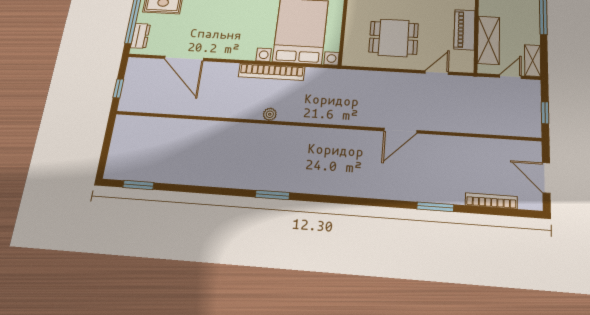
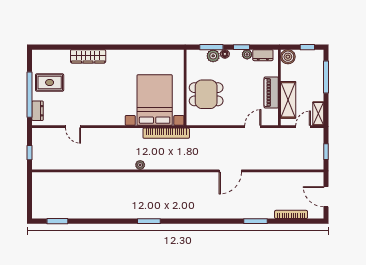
dining table: (394, 38) -> (206, 94), moved
door: (184, 58) -> (73, 127), width x0.53
bookcase: (272, 72) -> (166, 133), moved

